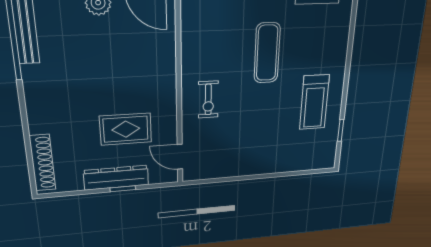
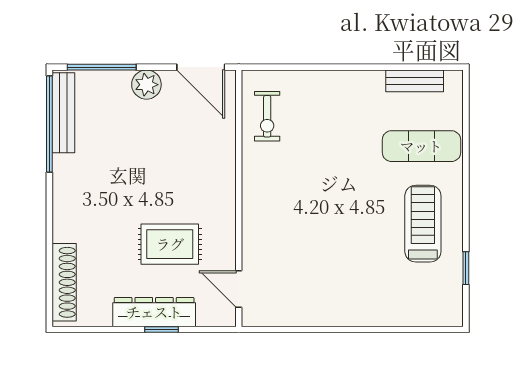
exercise mat: (267, 53) -> (421, 146), moved, turned 90
exercise bike: (208, 100) -> (267, 116), moved
treadmill: (314, 102) -> (423, 224), turned 180

